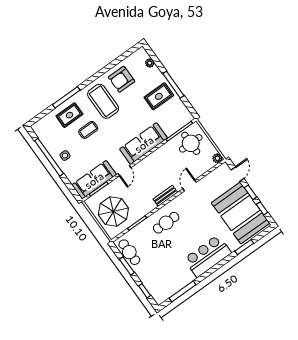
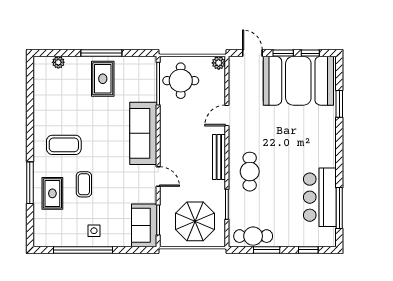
armchair: (122, 79) -> (54, 107), removed
coffee table: (103, 101) -> (64, 145), width x0.73, depth x0.76
sofa: (94, 180) -> (144, 225), width x0.73
door: (190, 185) -> (227, 115), hinge flipped
bench: (165, 196) -> (219, 157), width x1.36
bar counter: (208, 256) -> (320, 197), moved

